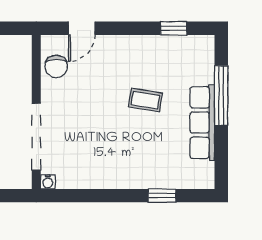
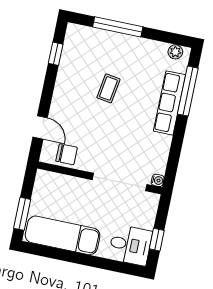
row of seats: (202, 123) -> (170, 103), moved, turned 90
plant: (206, 171) -> (175, 52), added
window: (162, 196) -> (188, 91), width x2.17

